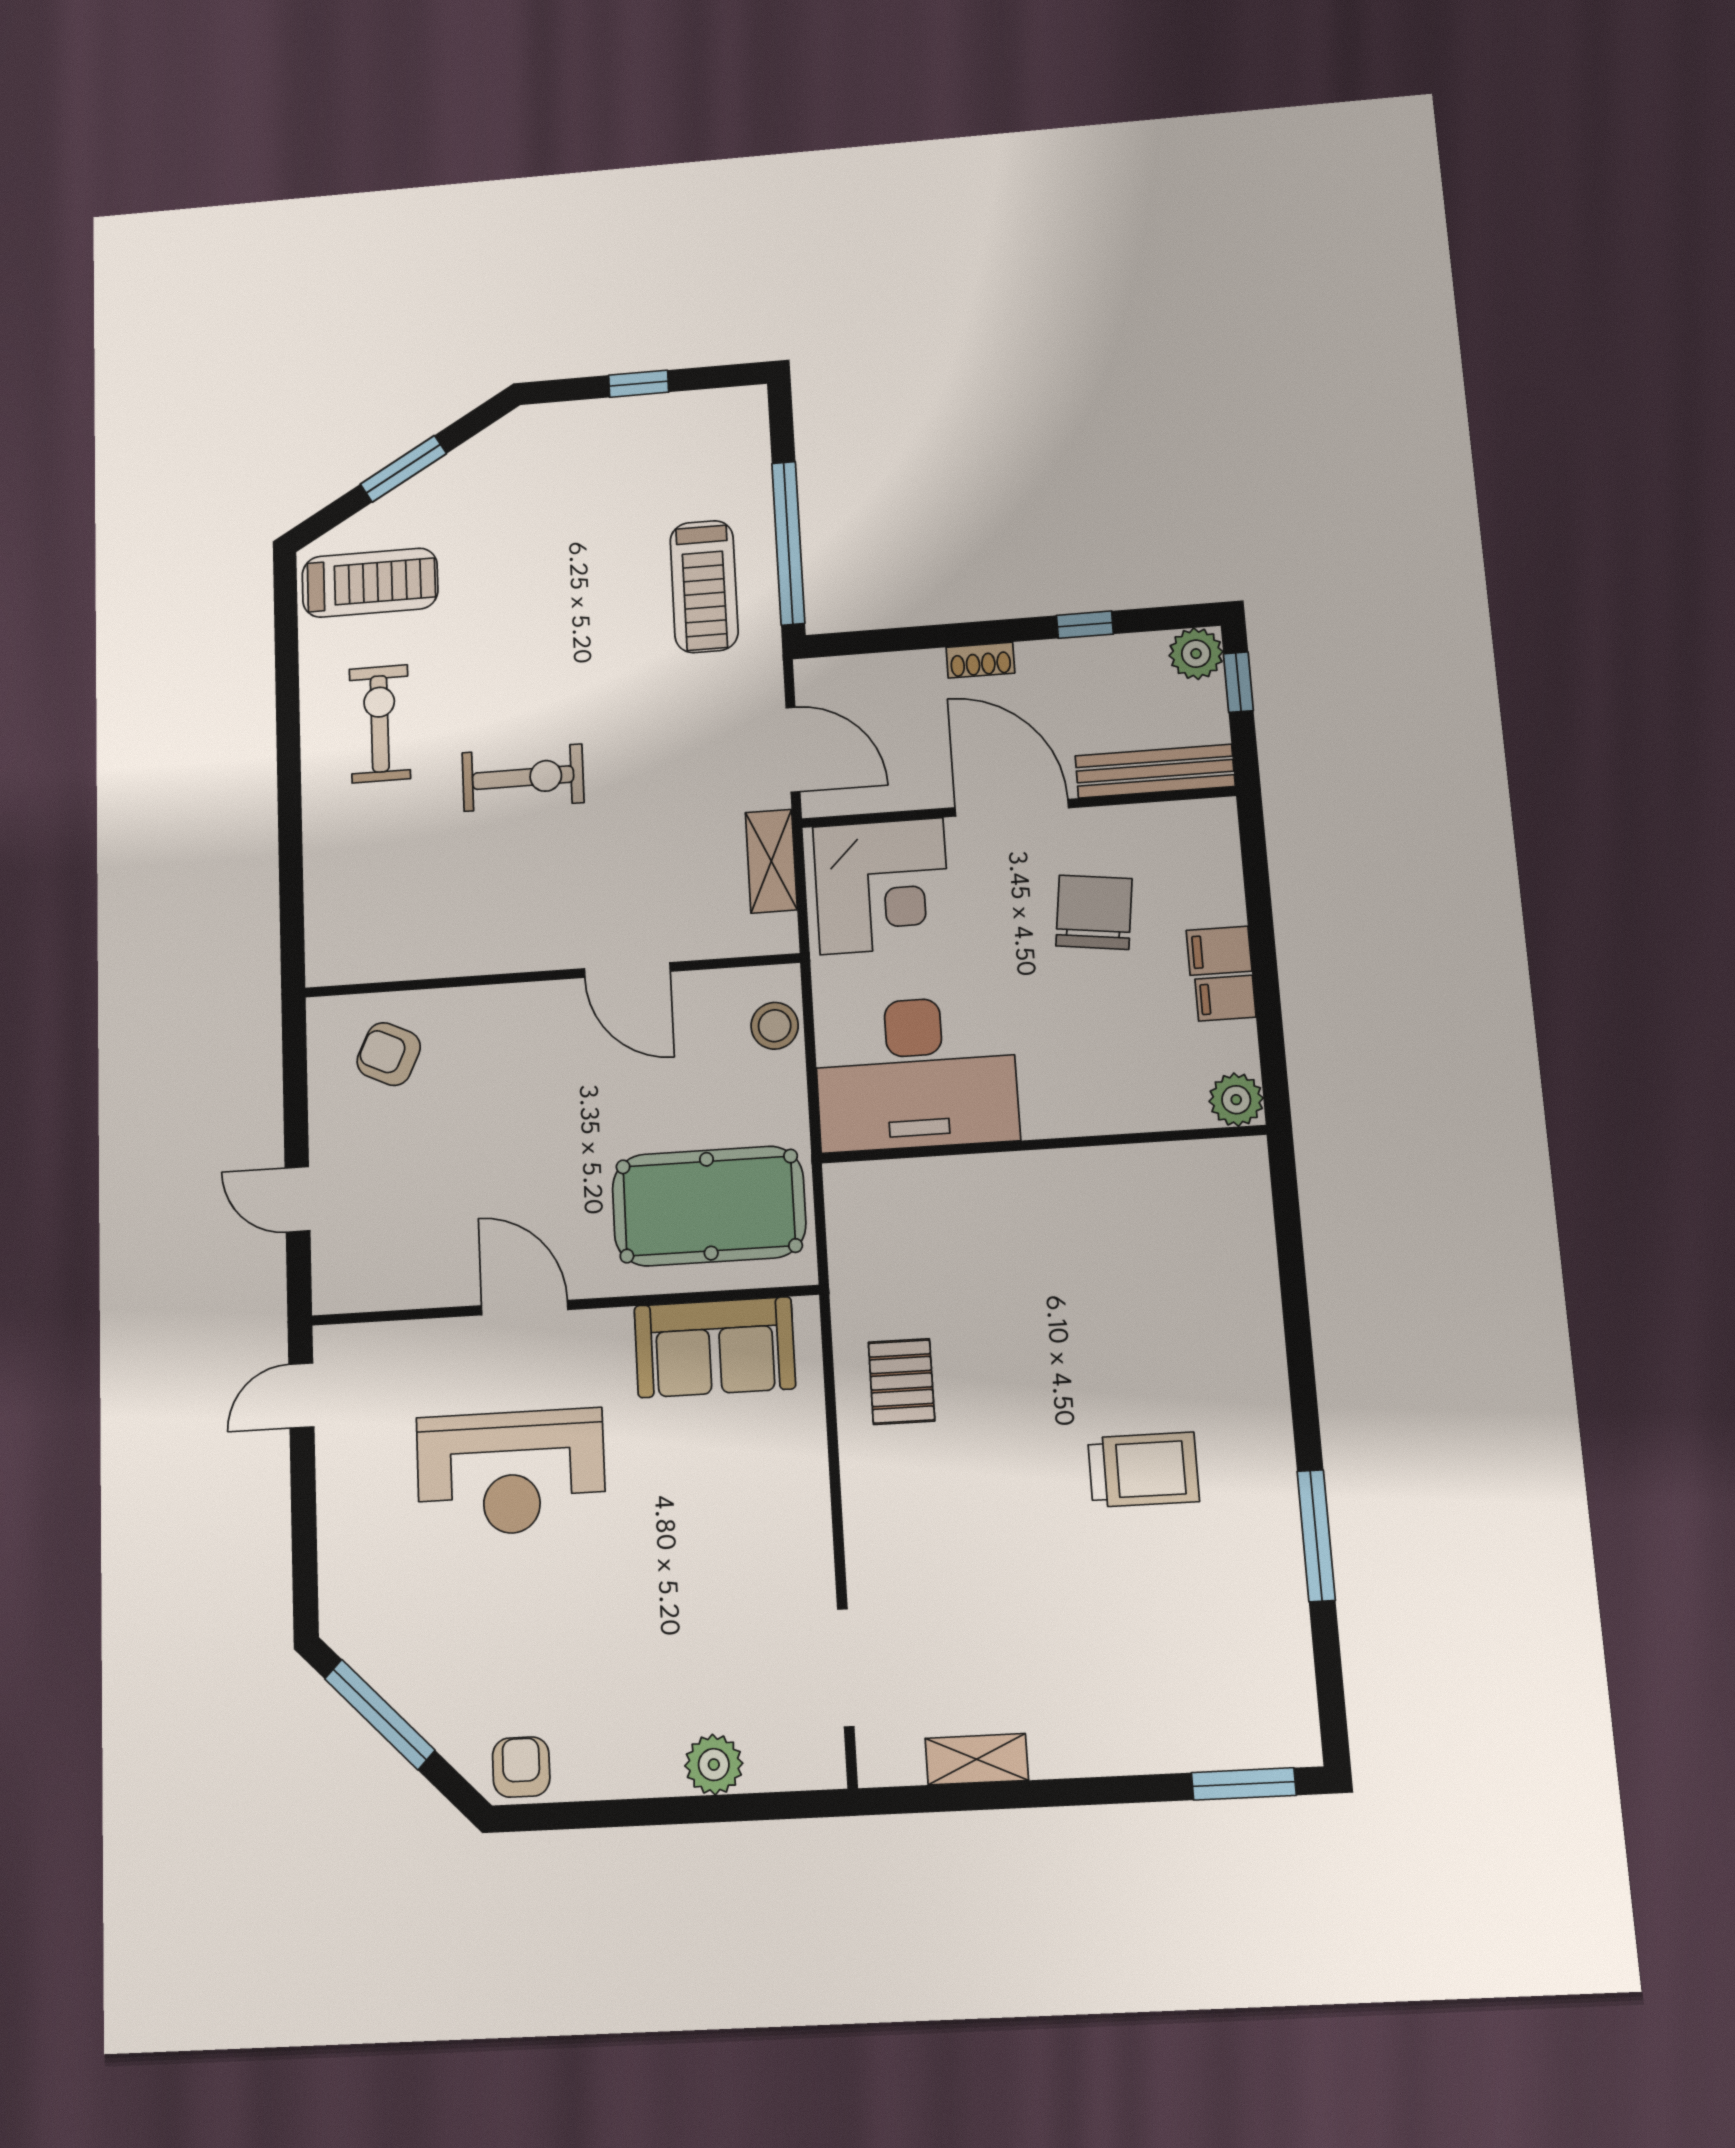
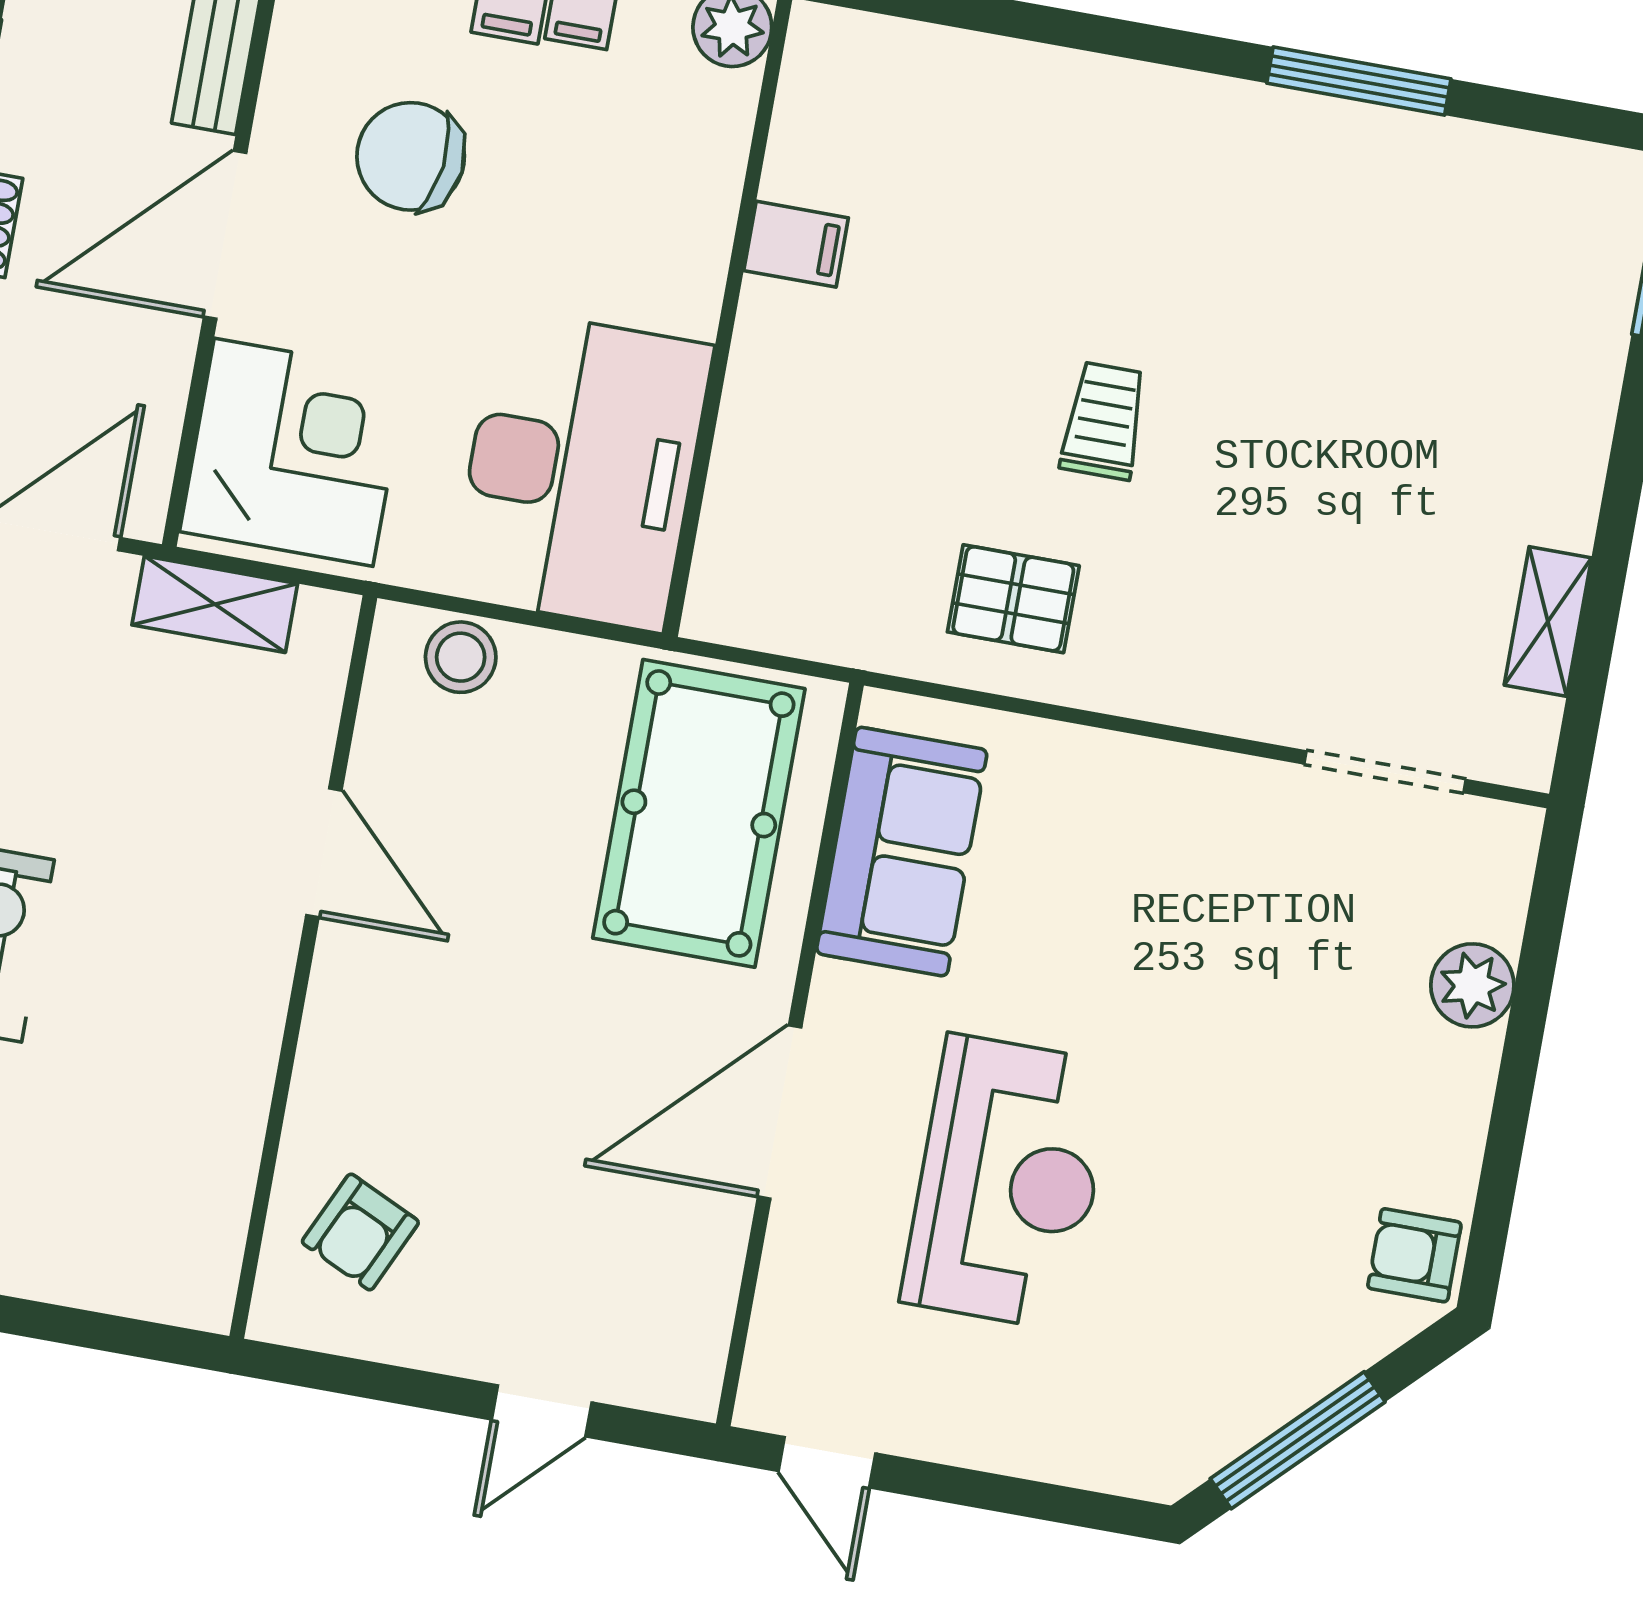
door: (627, 970) -> (324, 853), hinge flipped
filing cabinet: (1102, 1178) -> (796, 244), added
door: (524, 1308) -> (780, 1112), width x1.36
trolley: (1143, 1470) -> (1104, 421), moved, width x0.73, depth x0.72

